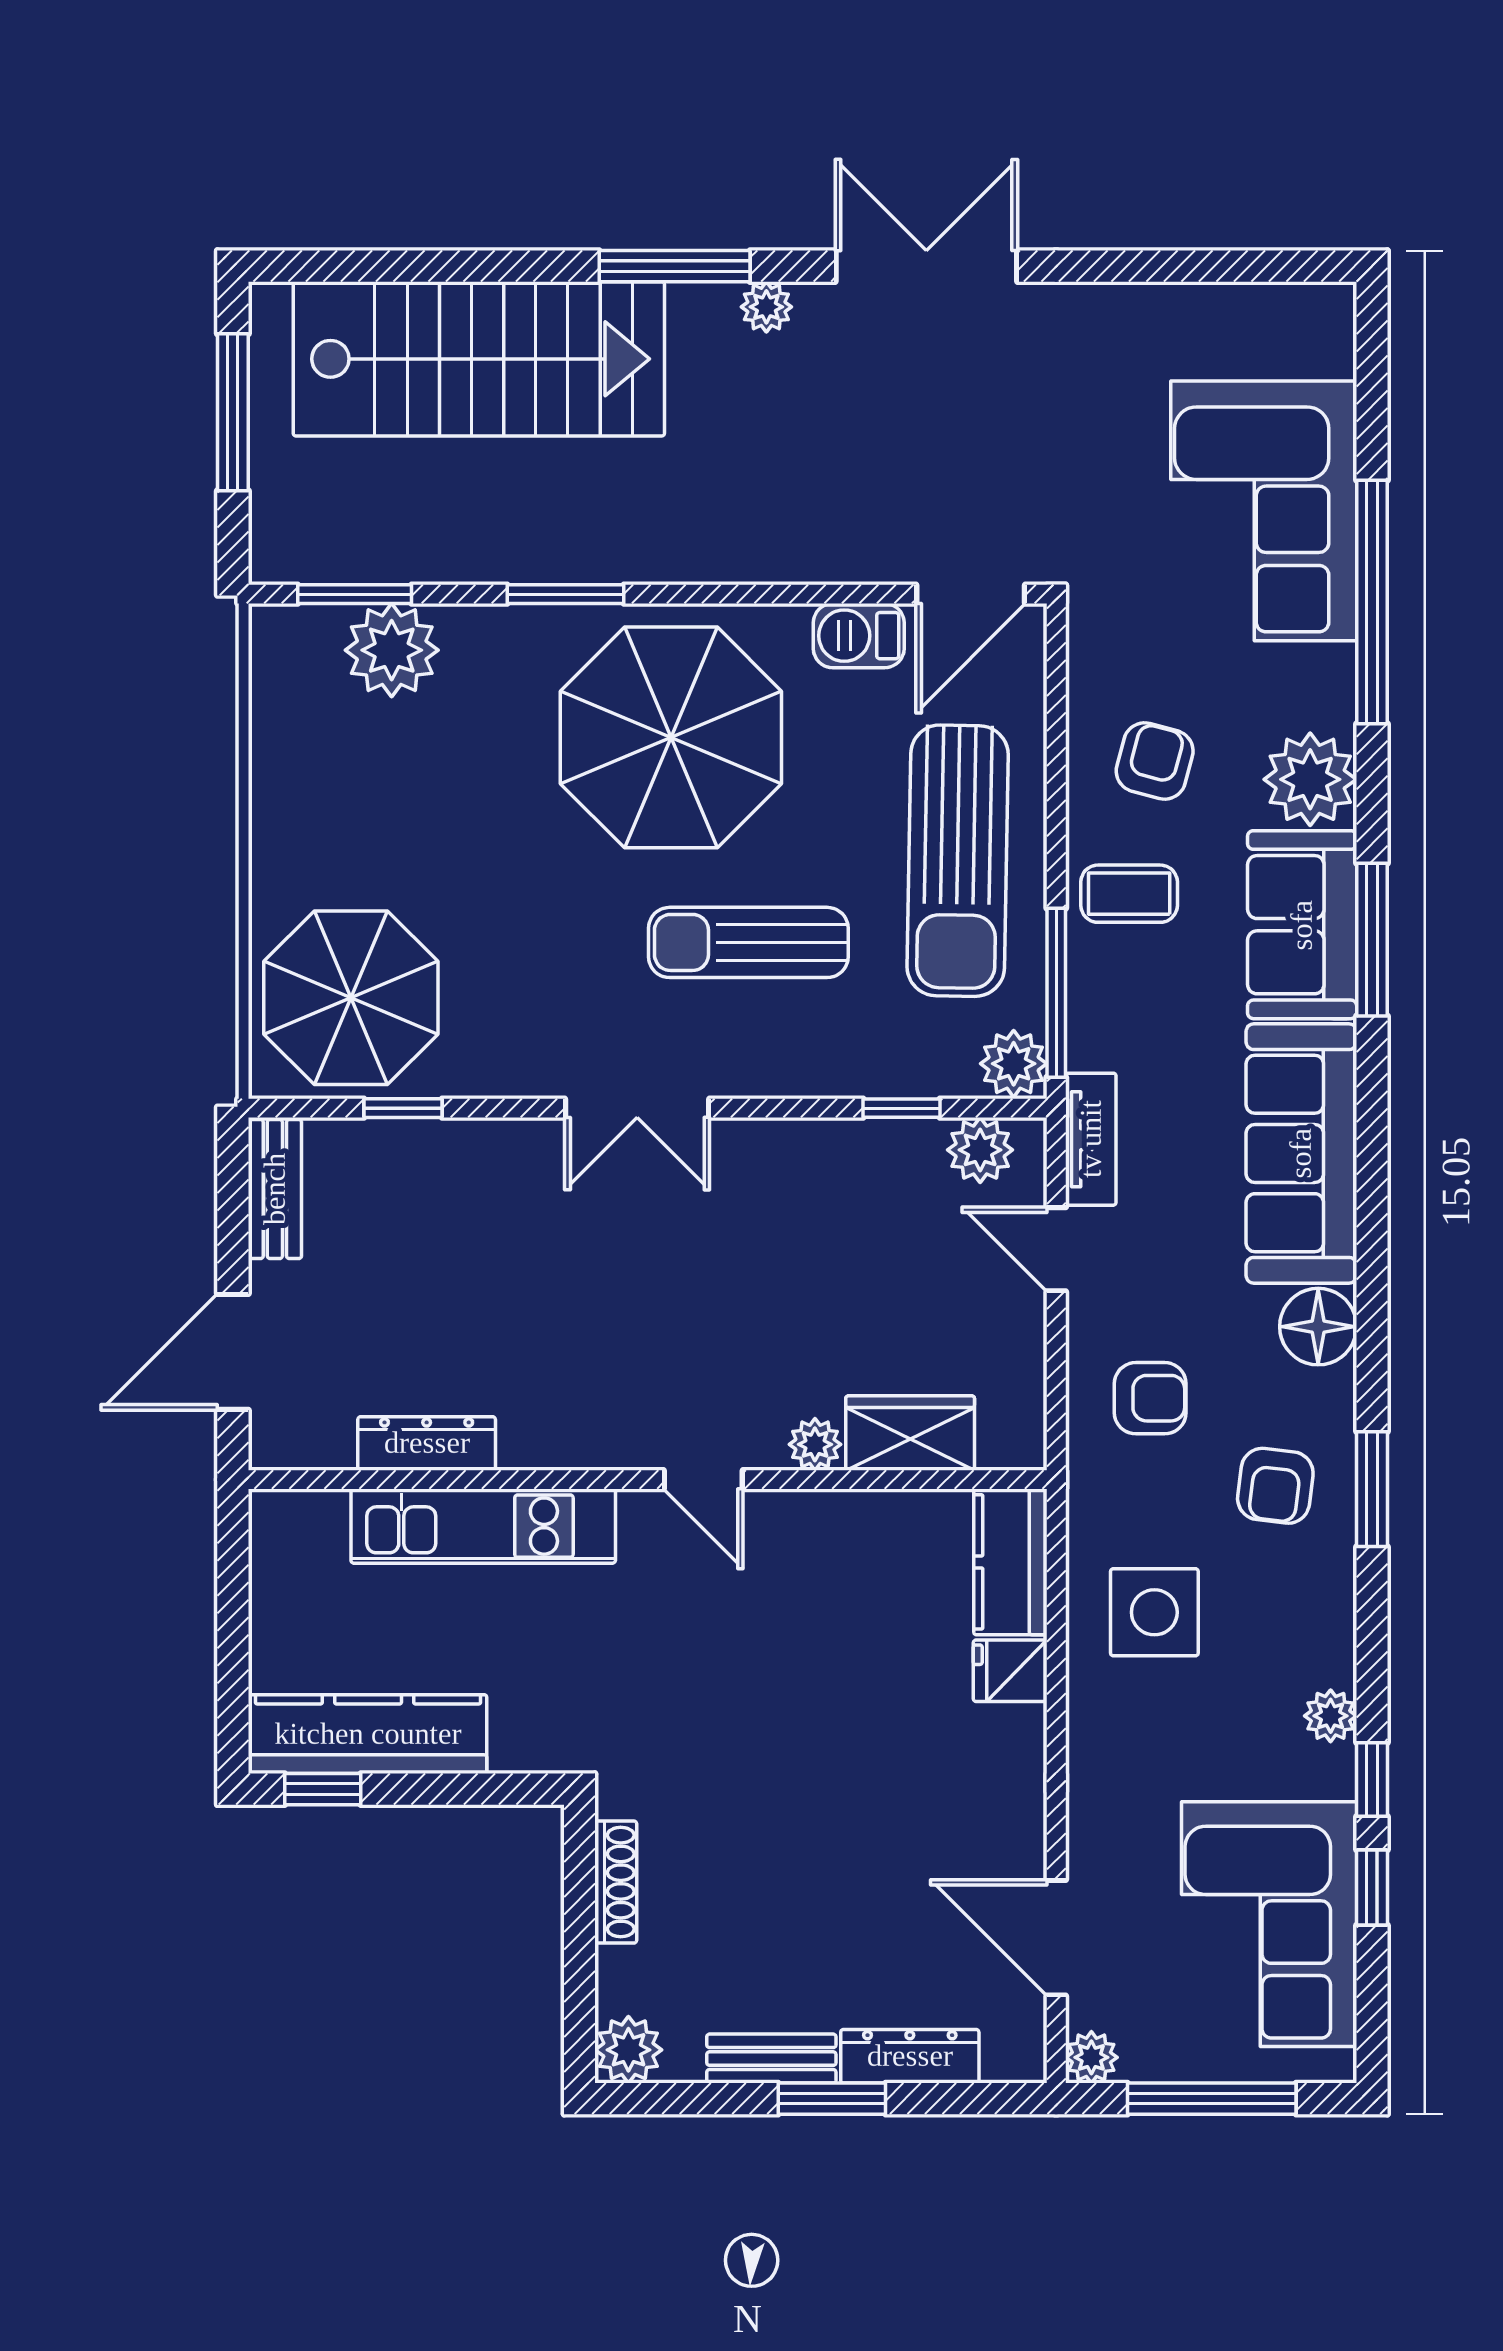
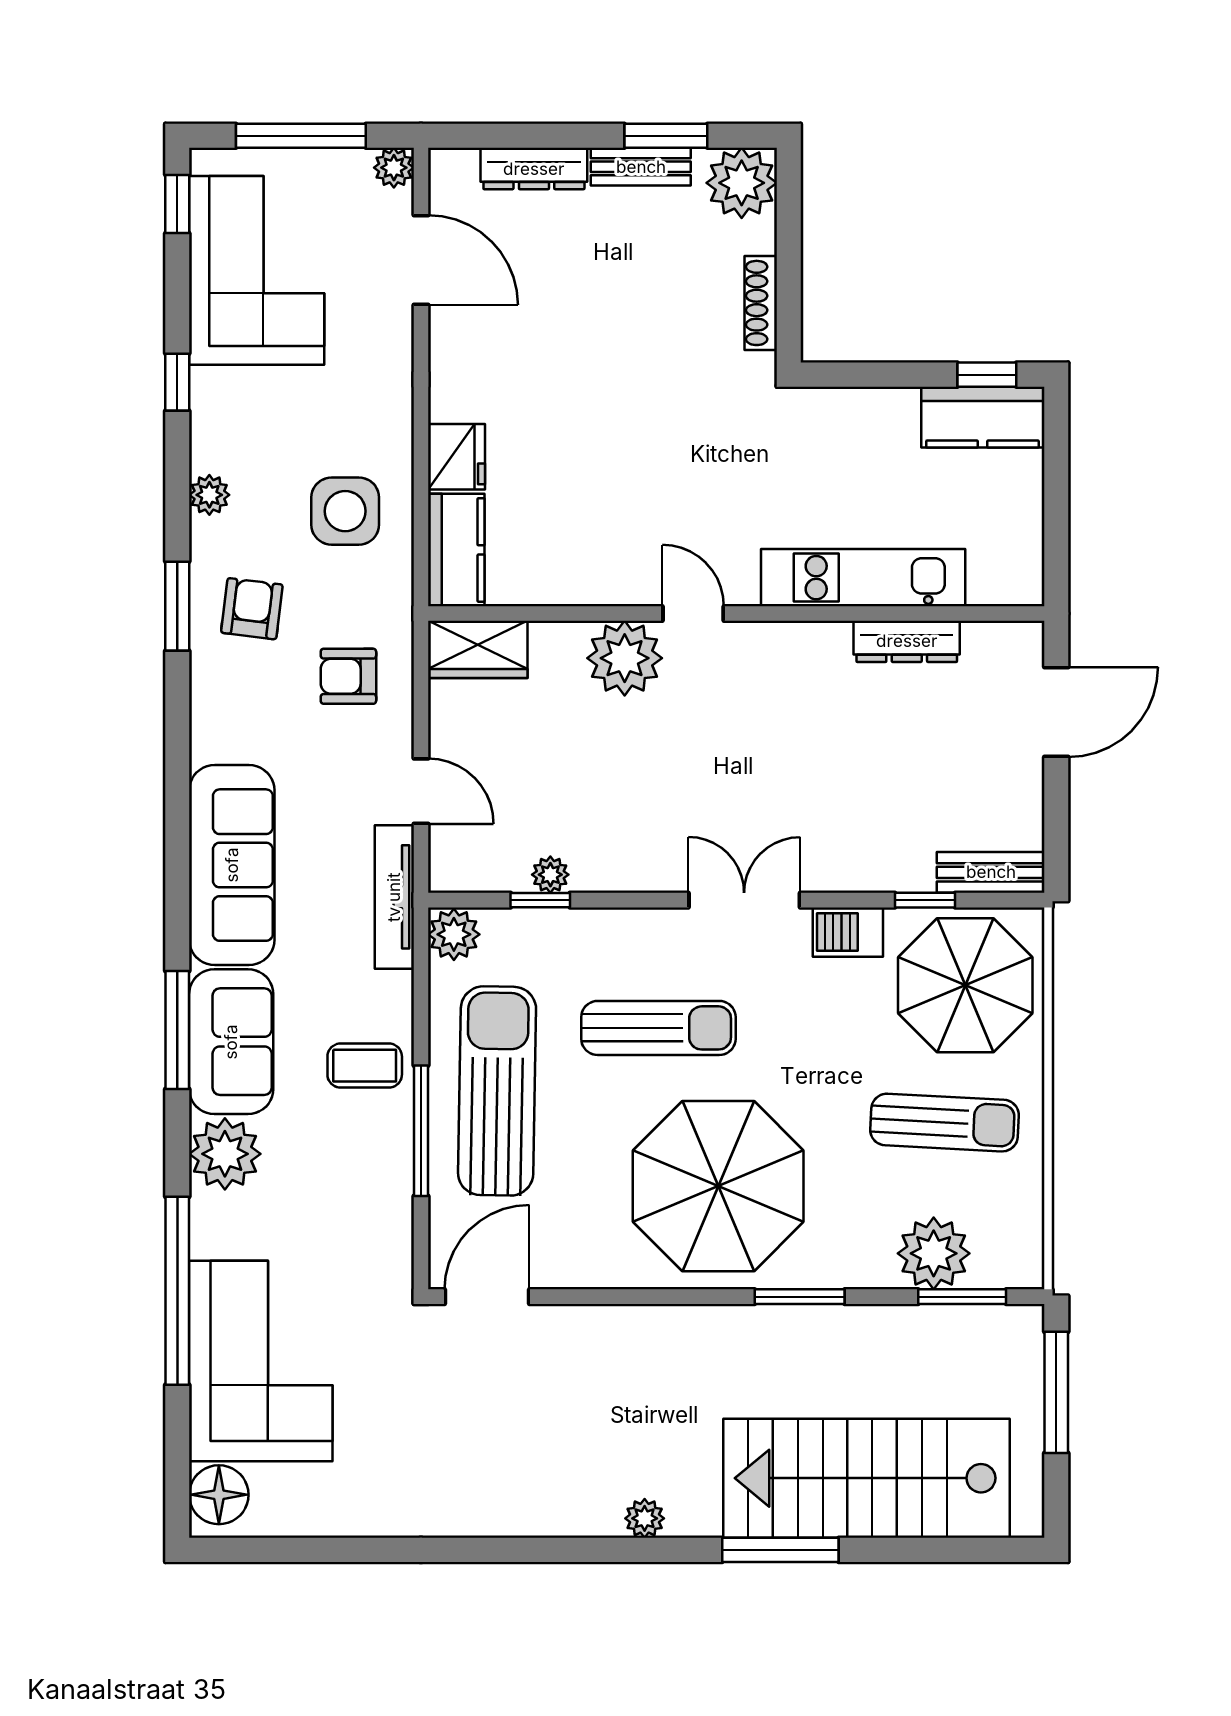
window: (675, 266) -> (780, 1550), moved
double door: (926, 266) -> (521, 1550), removed
window: (233, 412) -> (1056, 1392), moved
barbecue: (859, 636) -> (848, 932), moved, turned 180
armchair: (1155, 761) -> (345, 1168), removed
sun lounger: (378, 820) -> (945, 1123), added
window: (1056, 993) -> (421, 1131), moved
tv unit: (1091, 1139) -> (394, 897), width x1.41
plant: (980, 1150) -> (550, 875), moved, width x0.73, depth x0.73
bench: (275, 1189) -> (991, 872), moved, turned 90
floor lamp: (1318, 1327) -> (219, 1495), moved
wardrobe: (910, 1433) -> (478, 649), moved
plant: (815, 1444) -> (625, 658), width x1.88, depth x1.88
fridge: (1010, 1671) -> (456, 457), width x1.38
plant: (1331, 1716) -> (209, 495), moved
kitchen counter: (368, 1734) -> (982, 417), width x0.67
window: (1372, 1888) -> (177, 204), moved
plant: (628, 2050) -> (742, 183), width x1.36, depth x1.36
window: (832, 2099) -> (666, 136), moved

